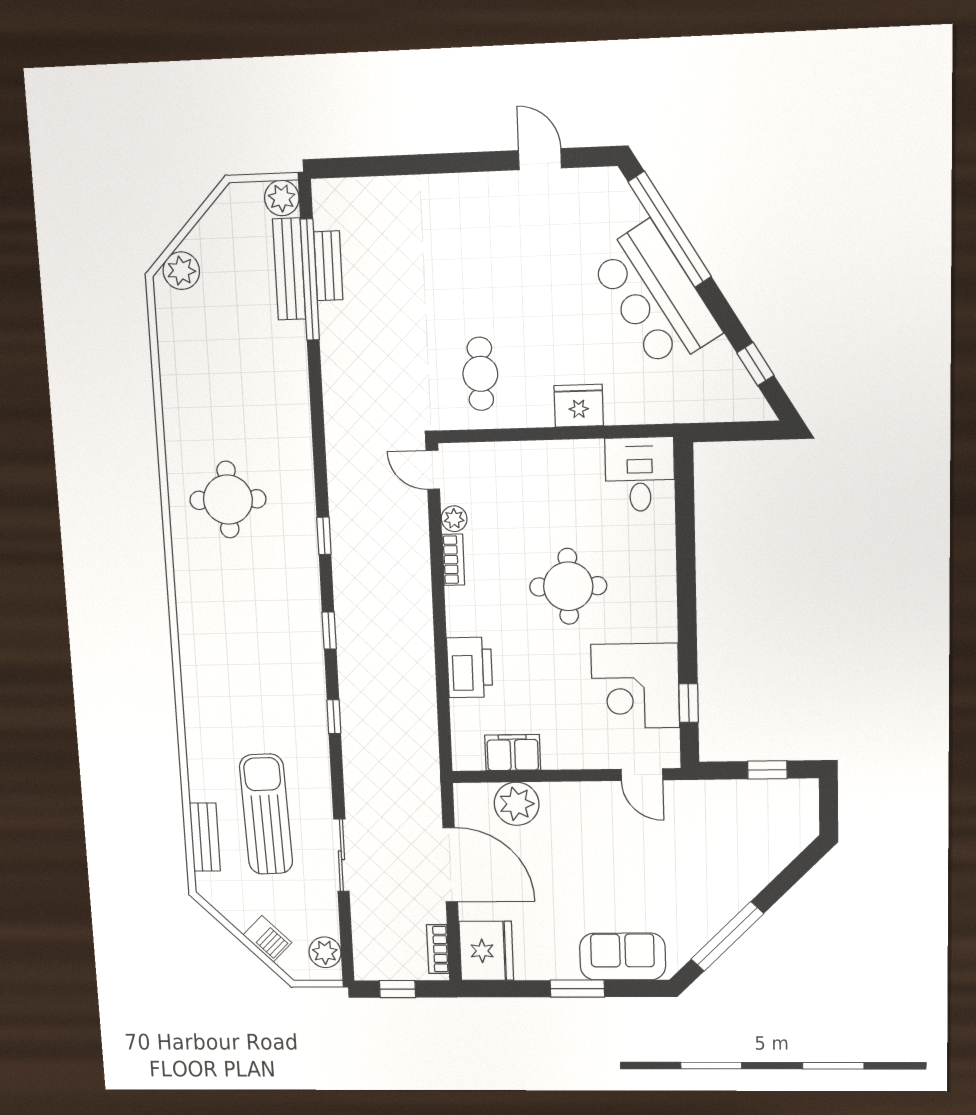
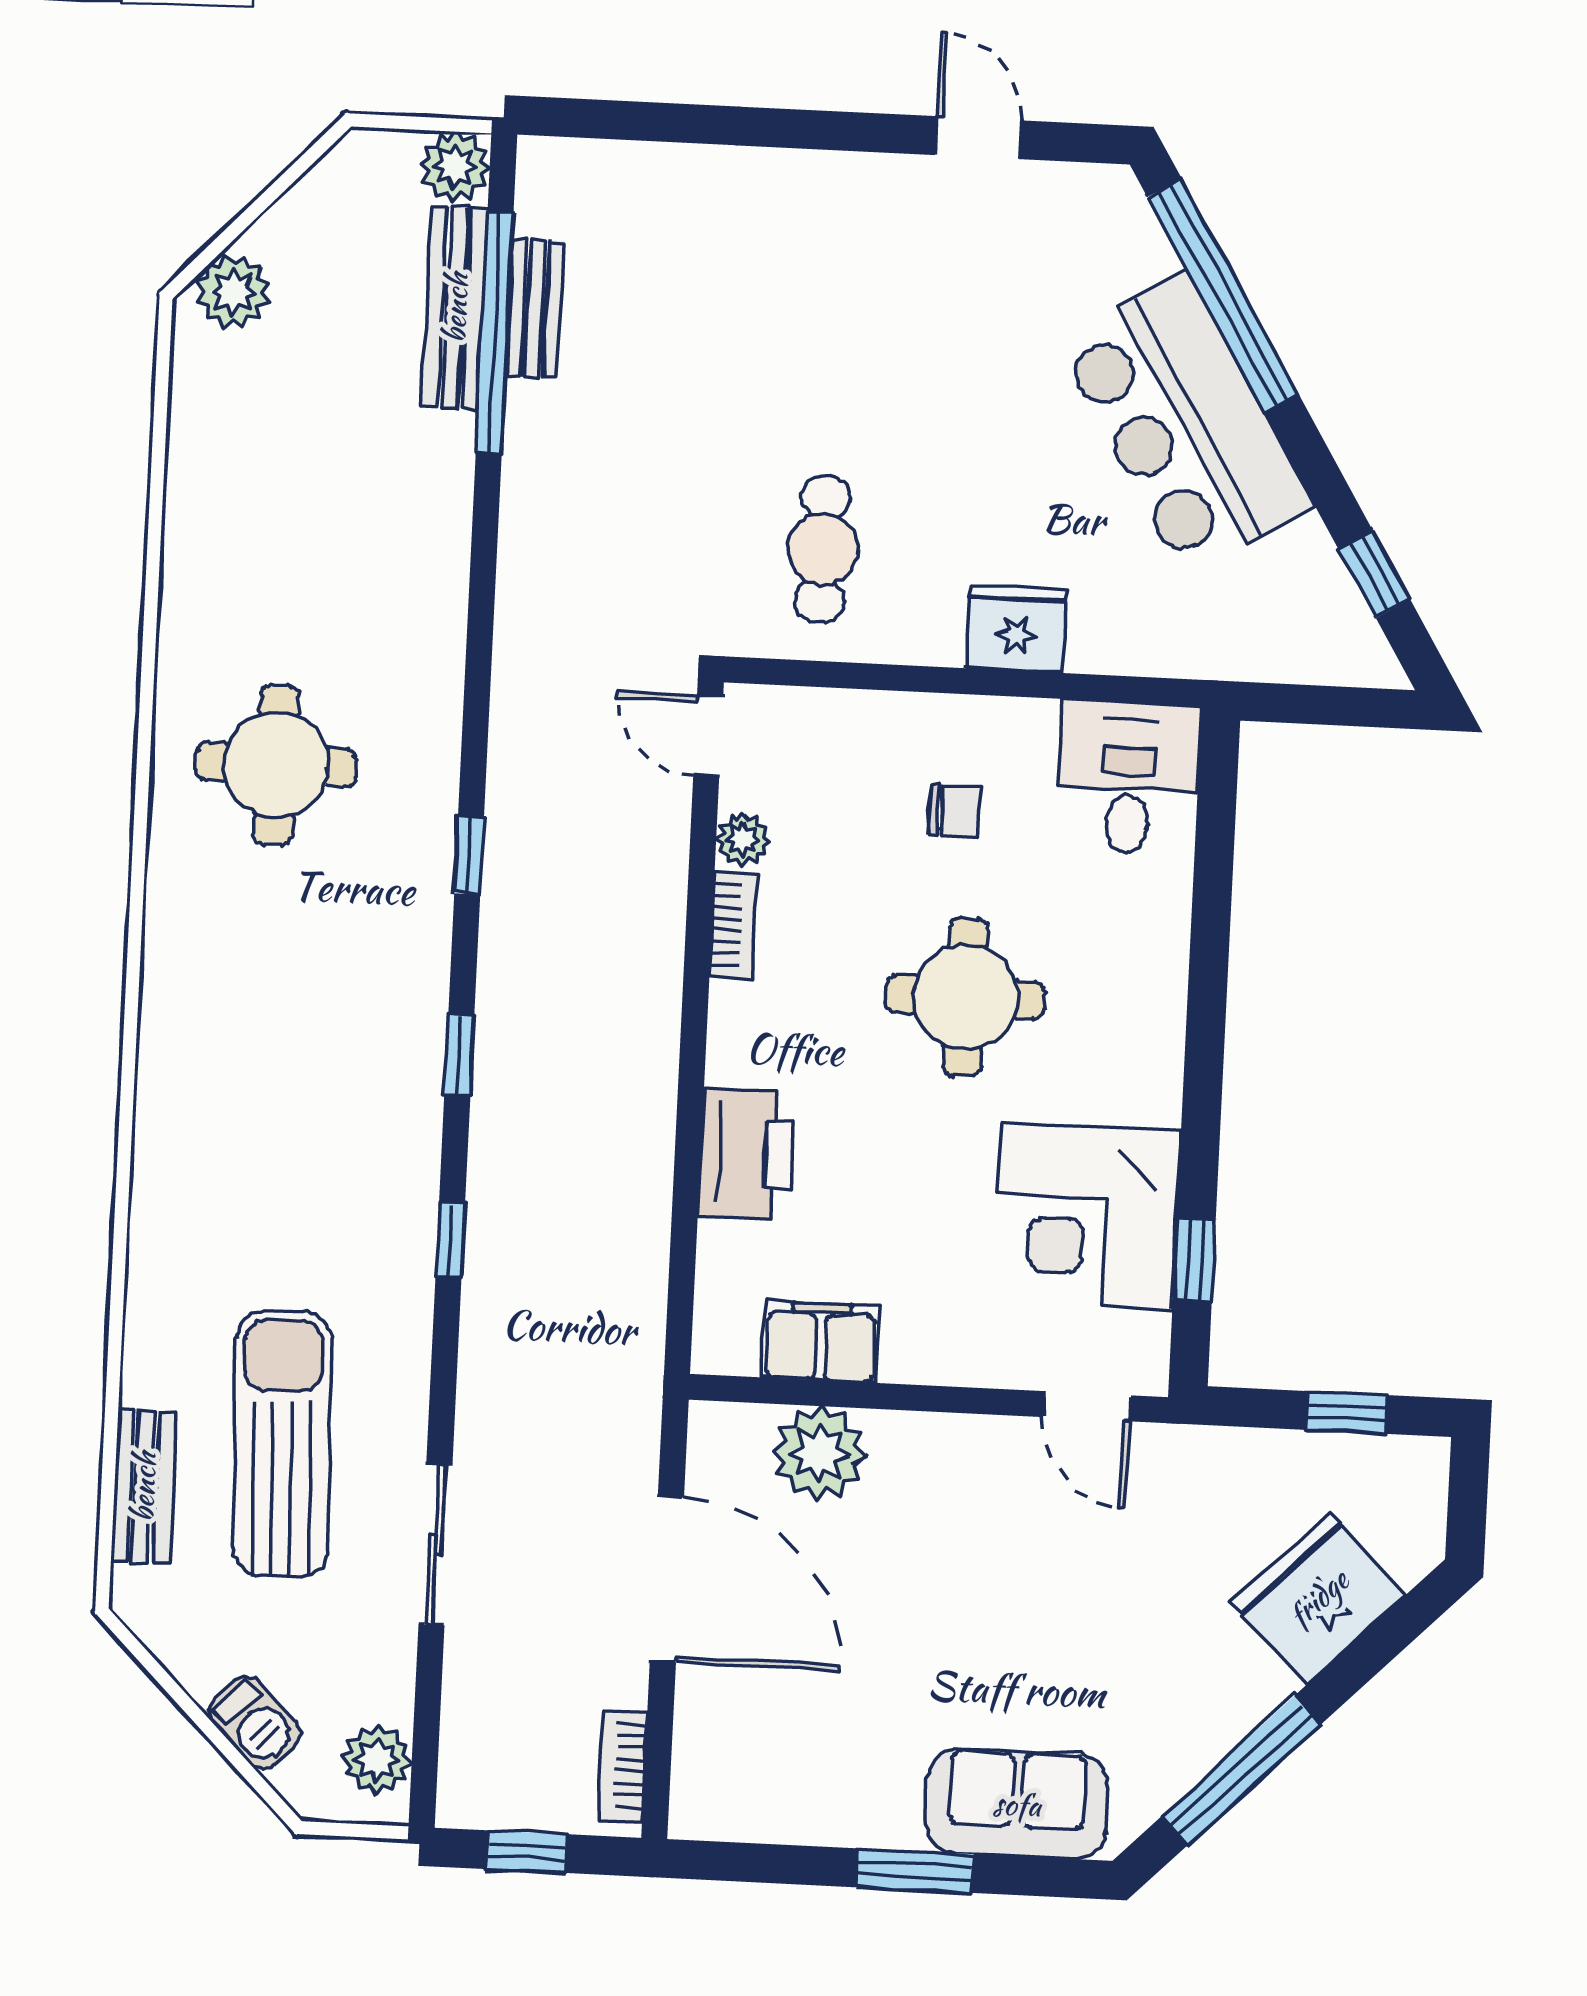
chair: (556, 497) -> (955, 811), added
fridge: (486, 951) -> (1318, 1598), moved, turned -135

